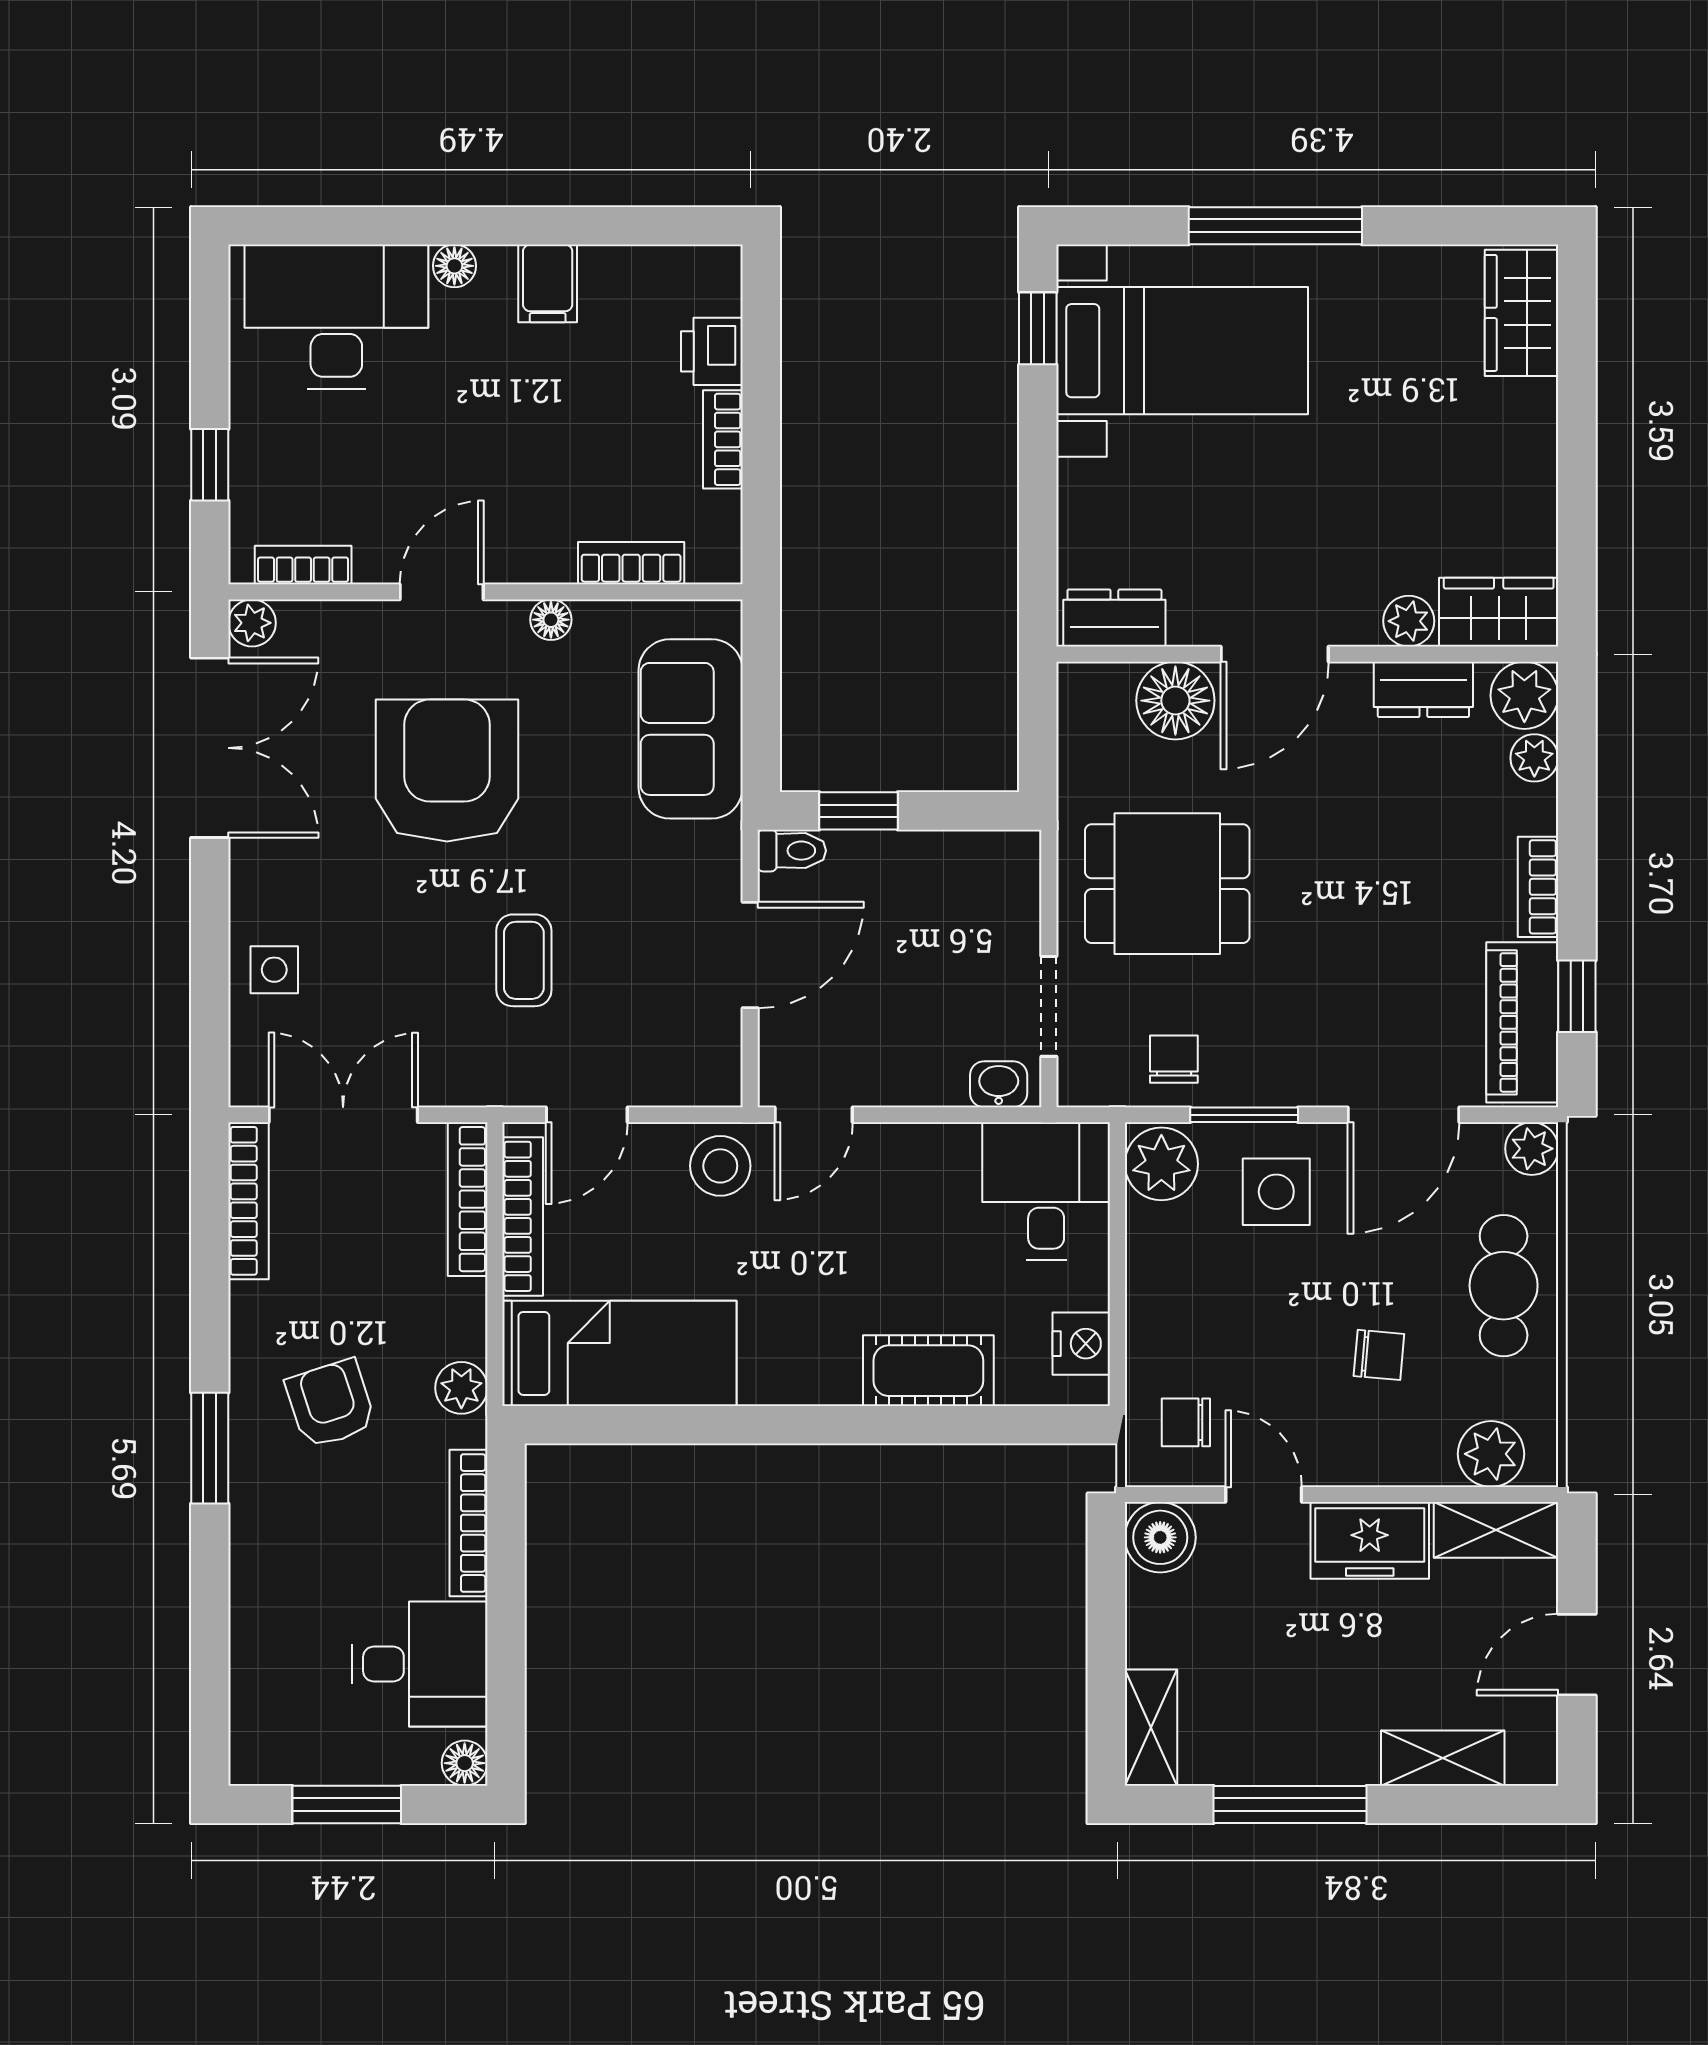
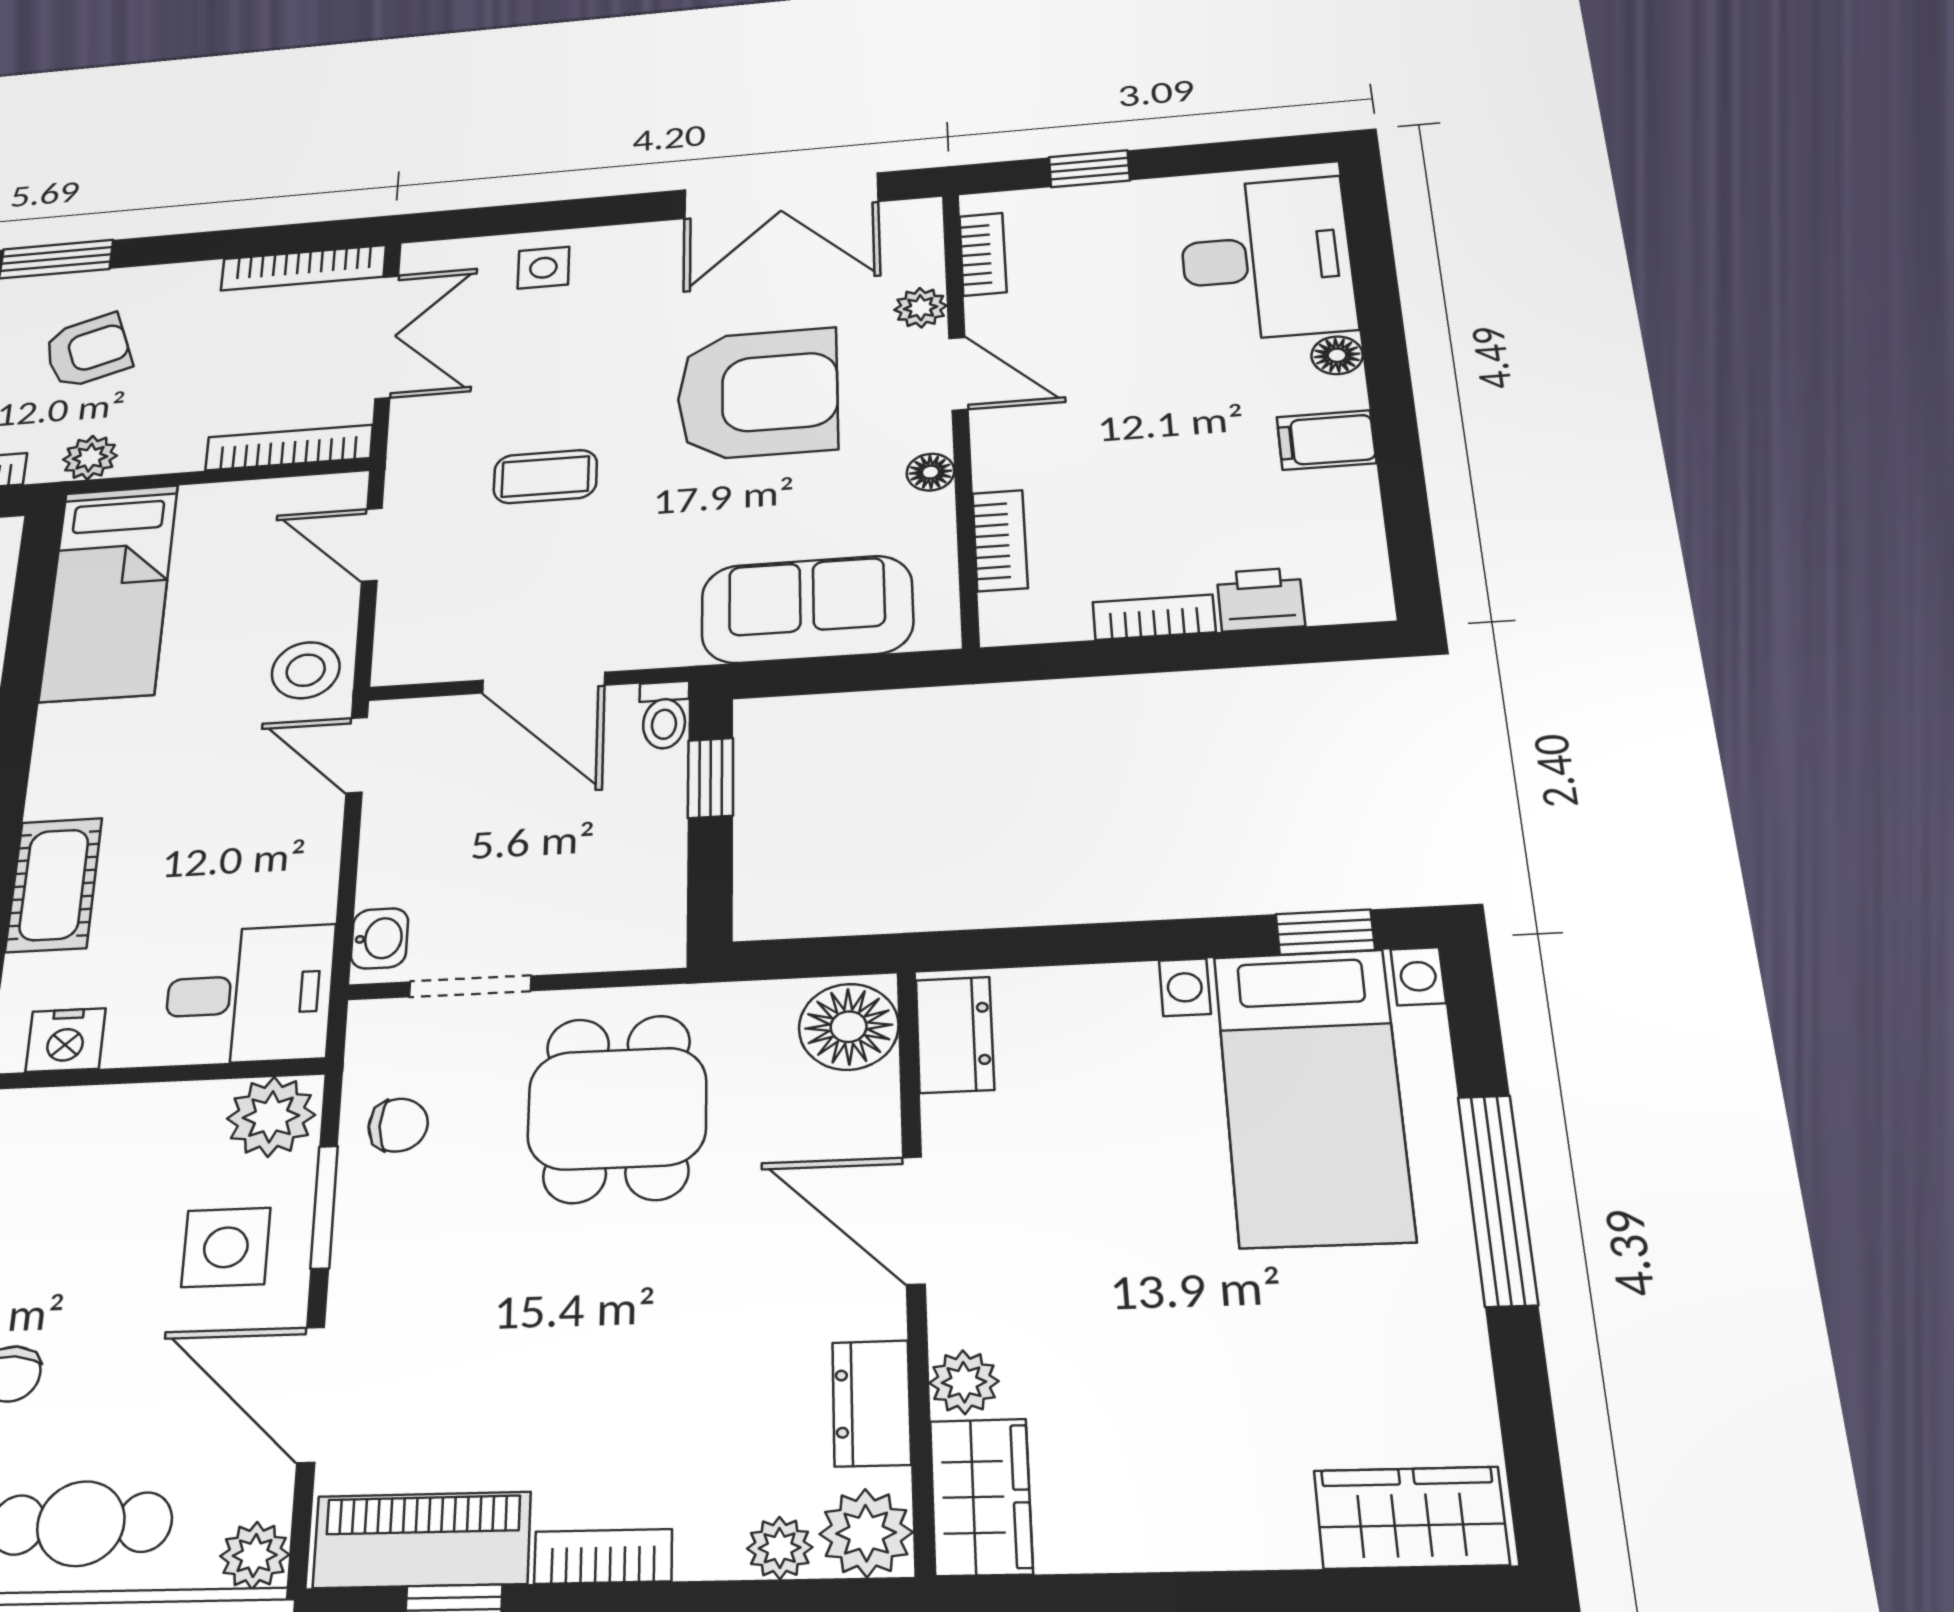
plant: (252, 623) -> (921, 308), moved
floor lamp: (1175, 701) -> (849, 1027), moved
bookcase: (523, 1216) -> (266, 496), removed

